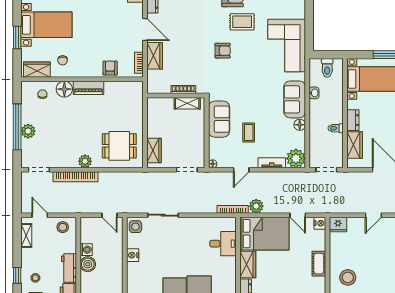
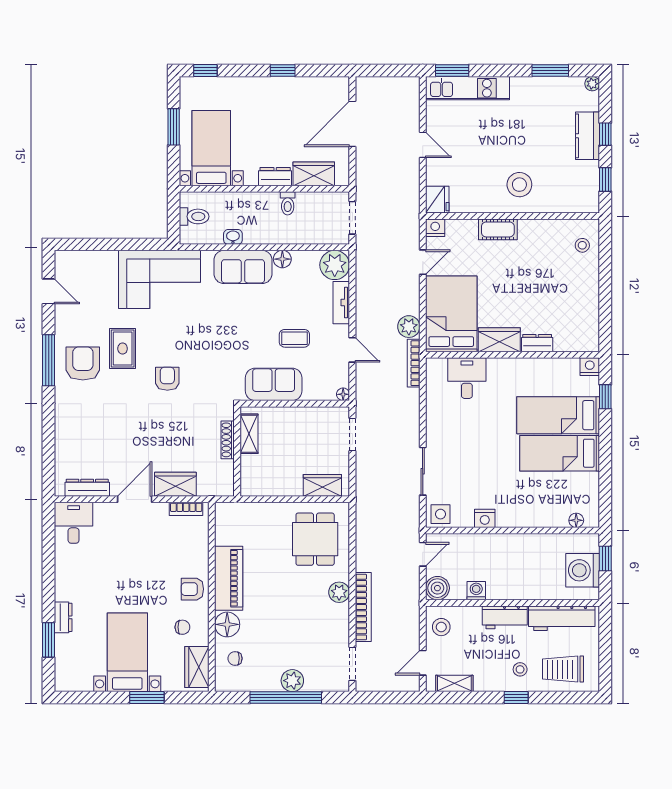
armchair: (110, 68) -> (192, 589), moved
piano: (89, 88) -> (229, 578), width x1.37, depth x1.33
boiler: (88, 264) -> (437, 588), moved

